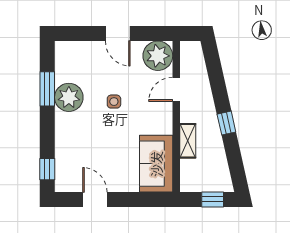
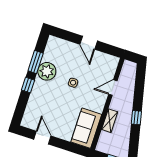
plant: (158, 56) -> (108, 64), removed
window: (47, 169) -> (28, 85), moved

